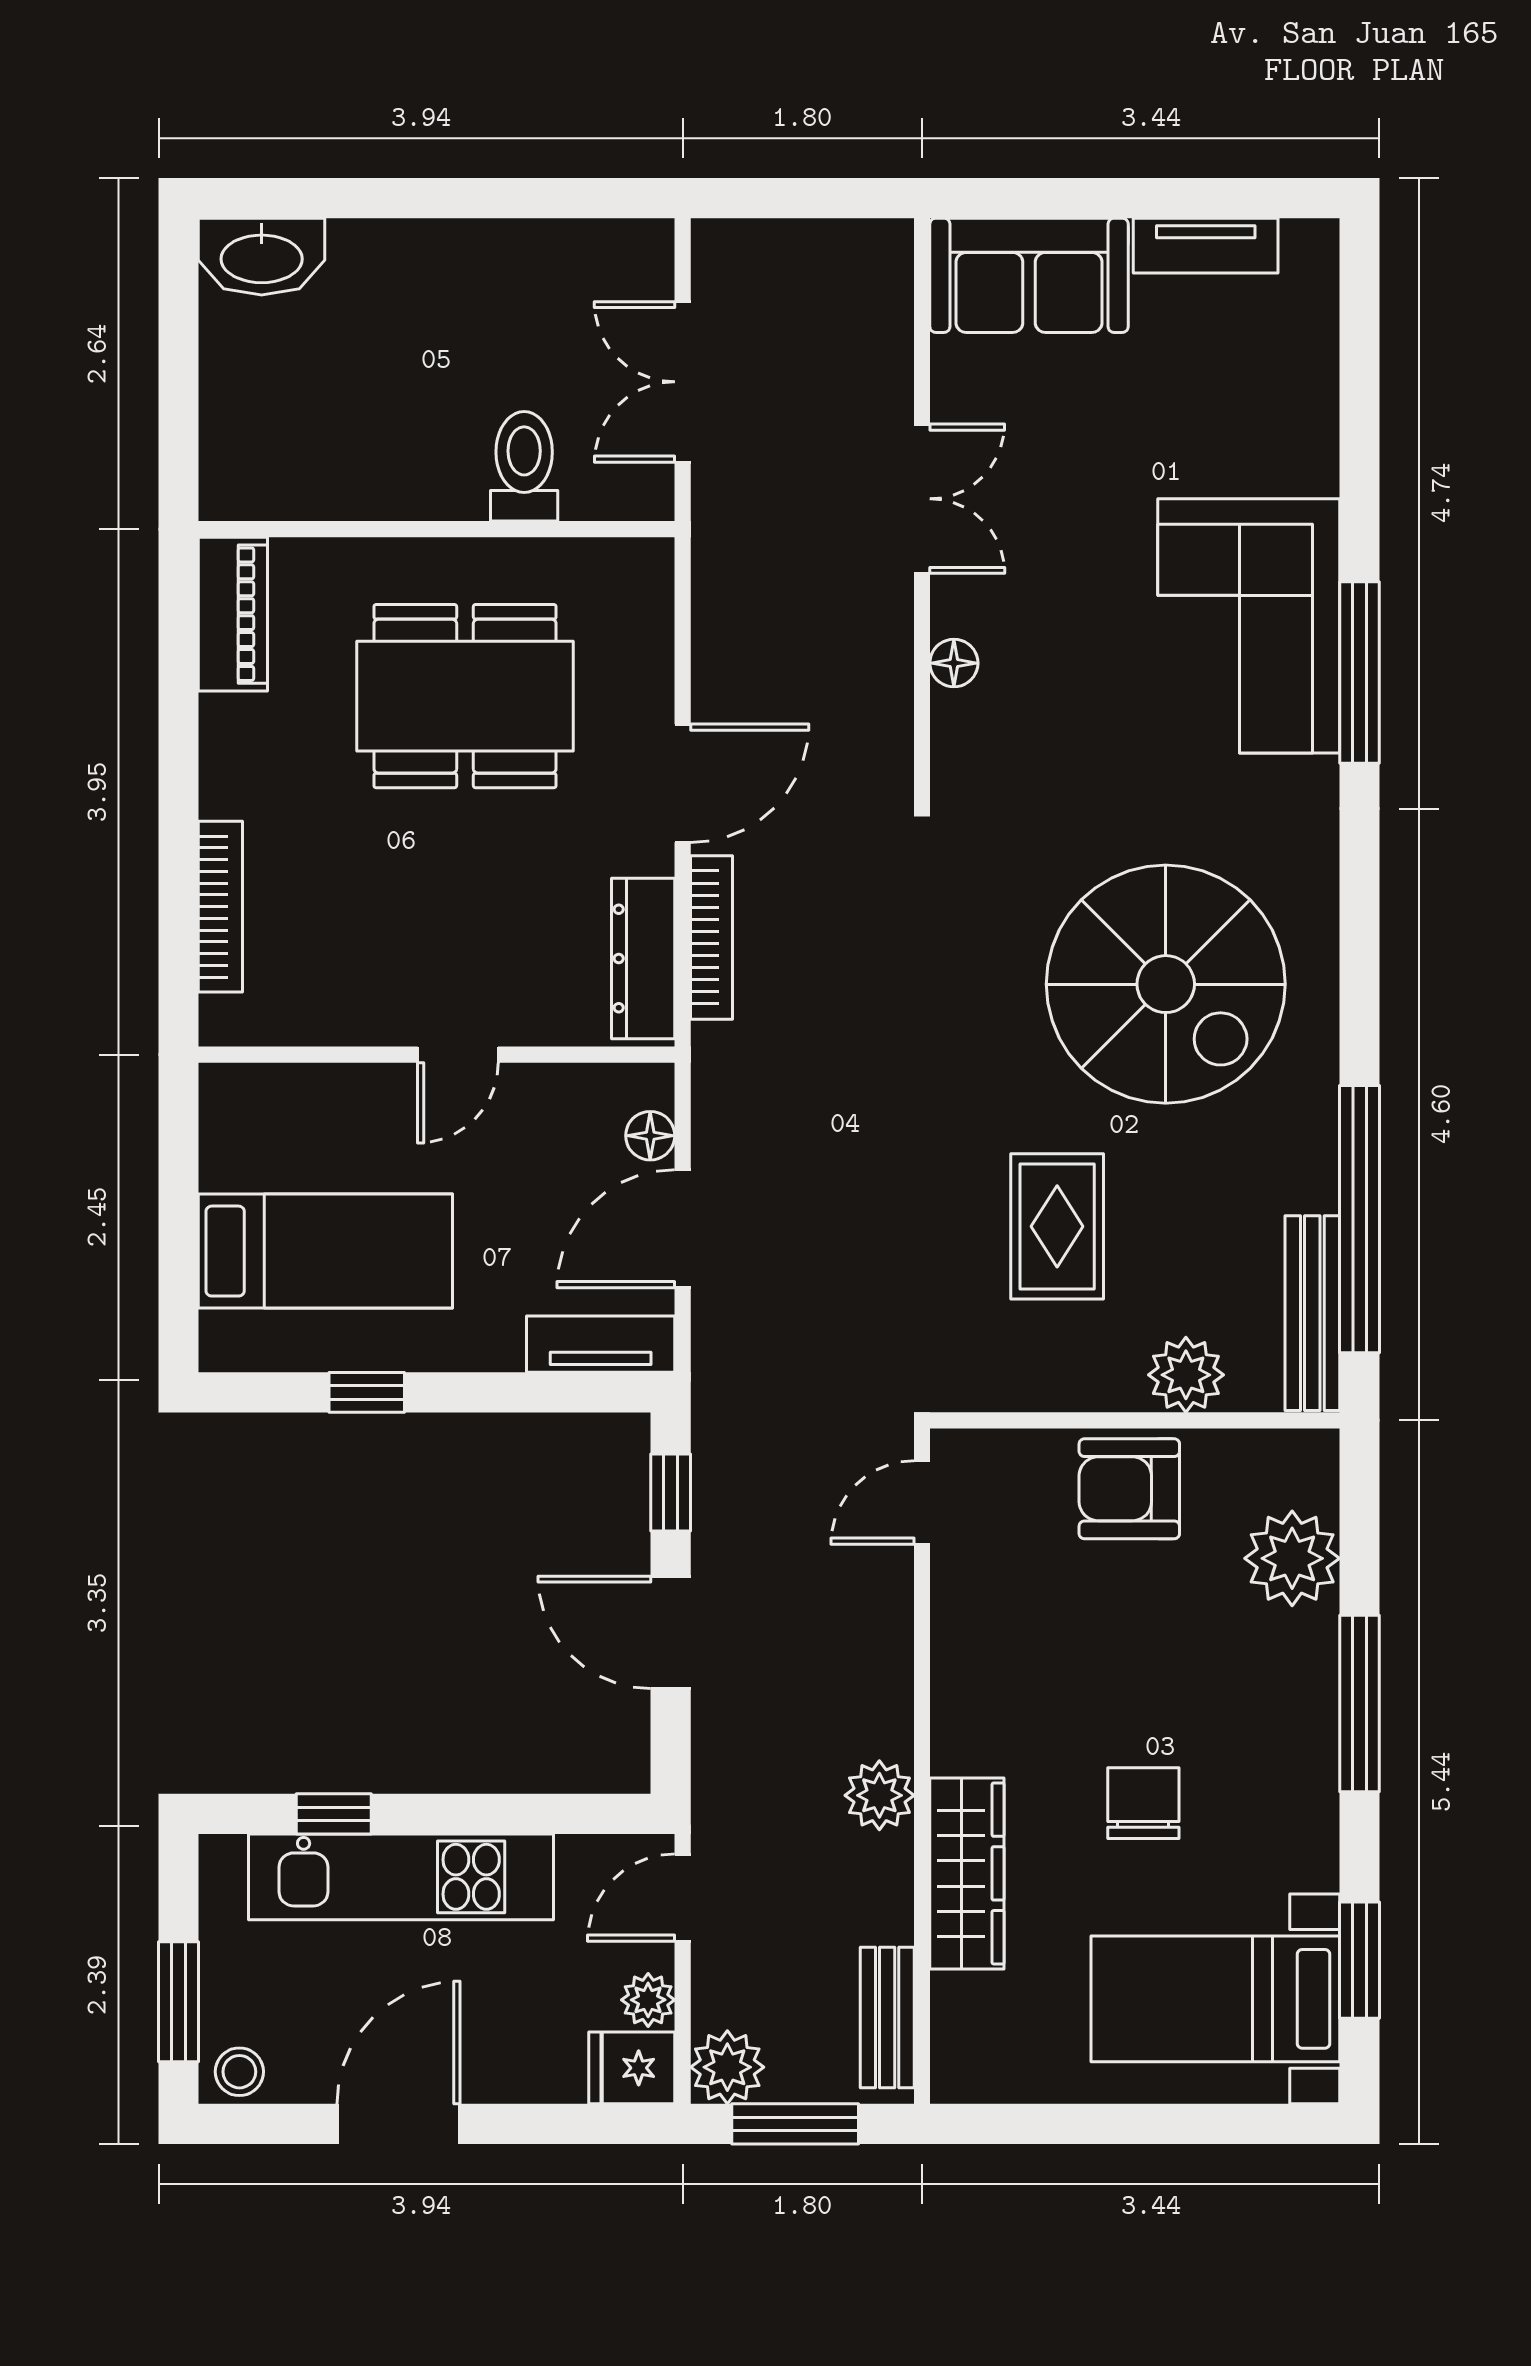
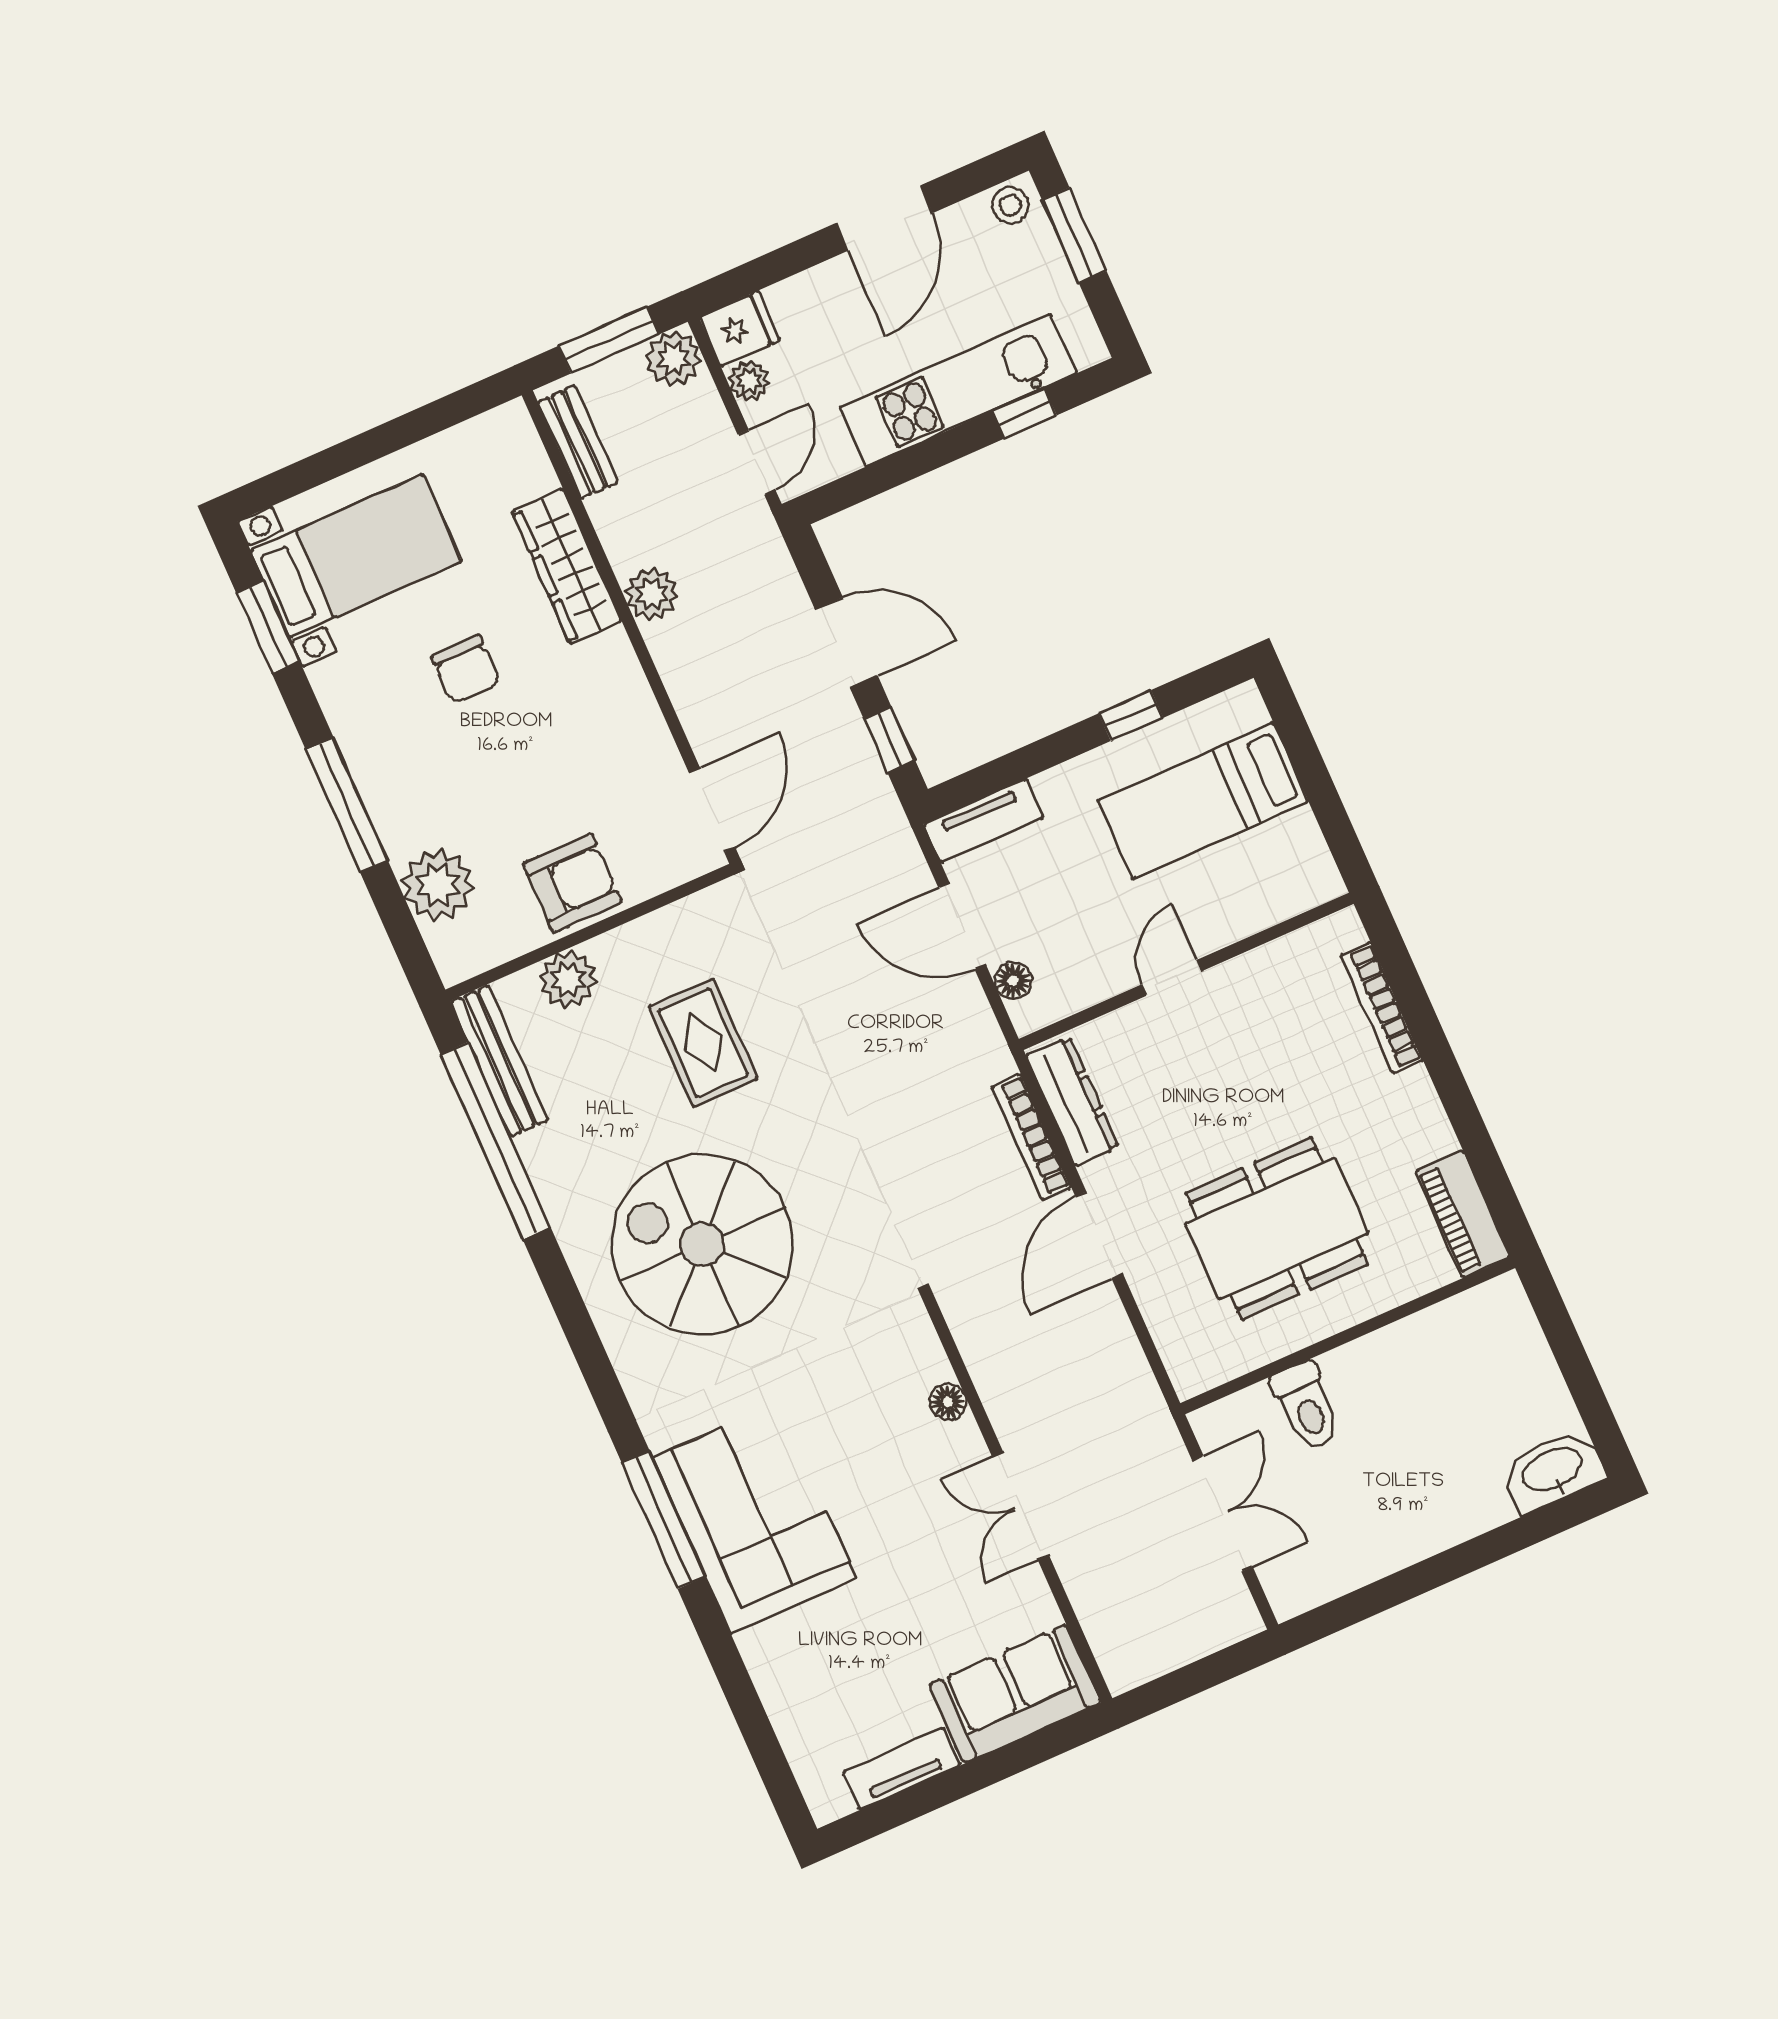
door: (683, 1229) -> (962, 926), swing flipped
door: (922, 1503) -> (712, 810), width x1.38

